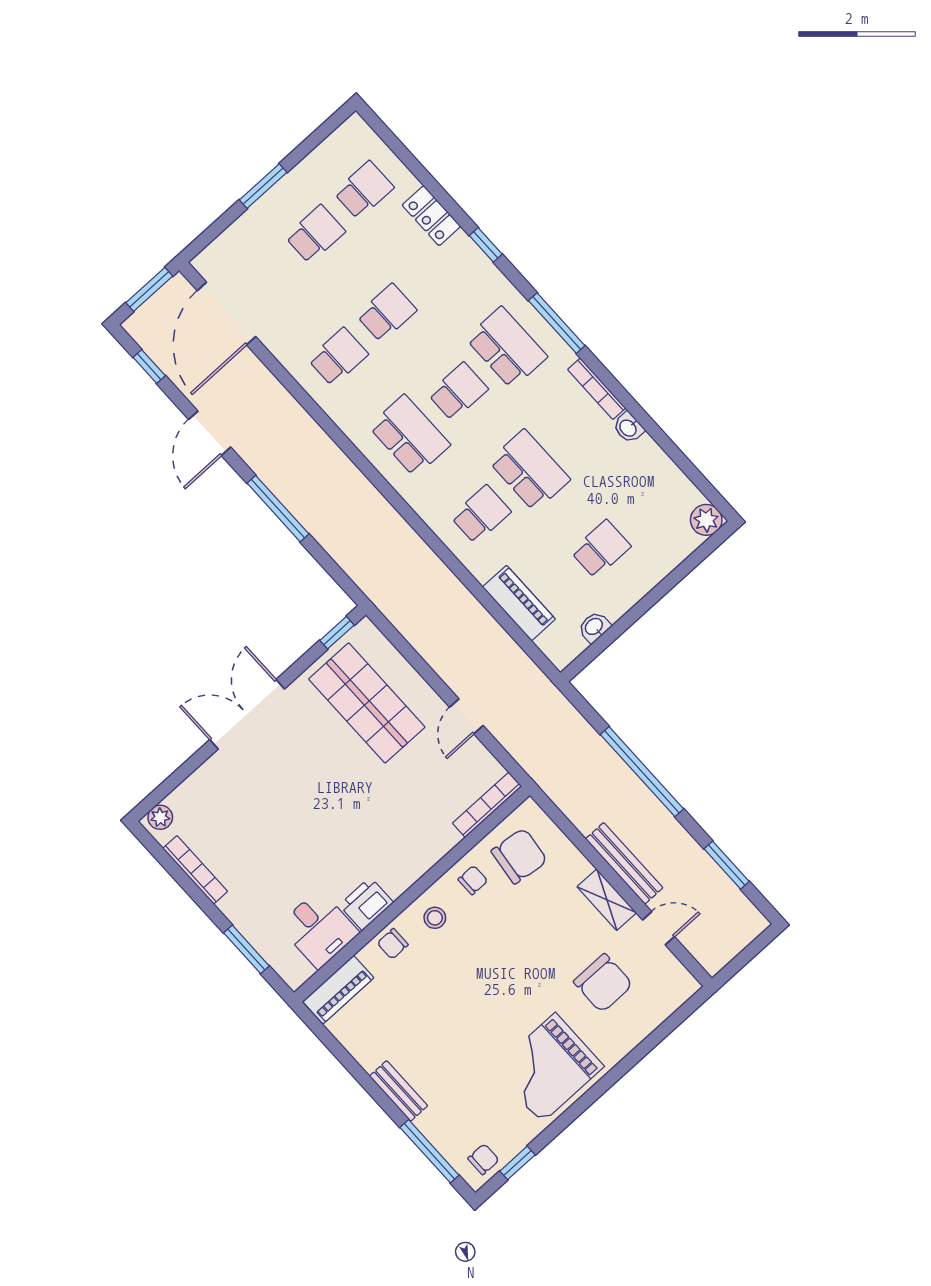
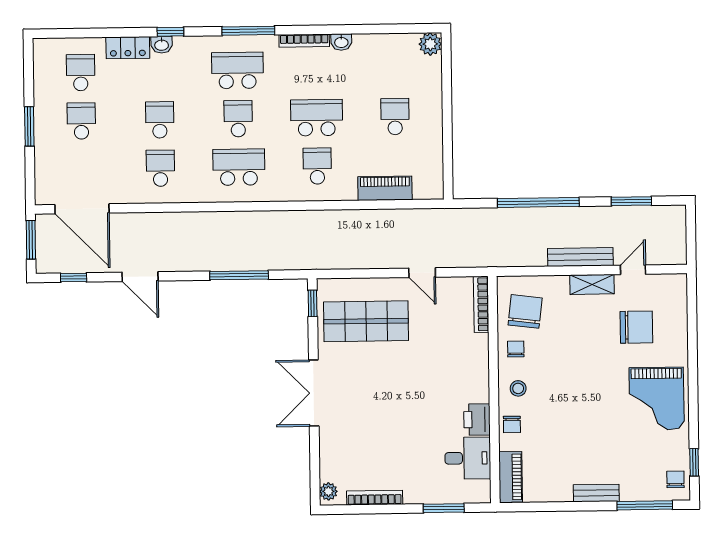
window: (278, 509) -> (239, 275), moved
washbasin: (594, 627) -> (162, 45), moved, turned -90

